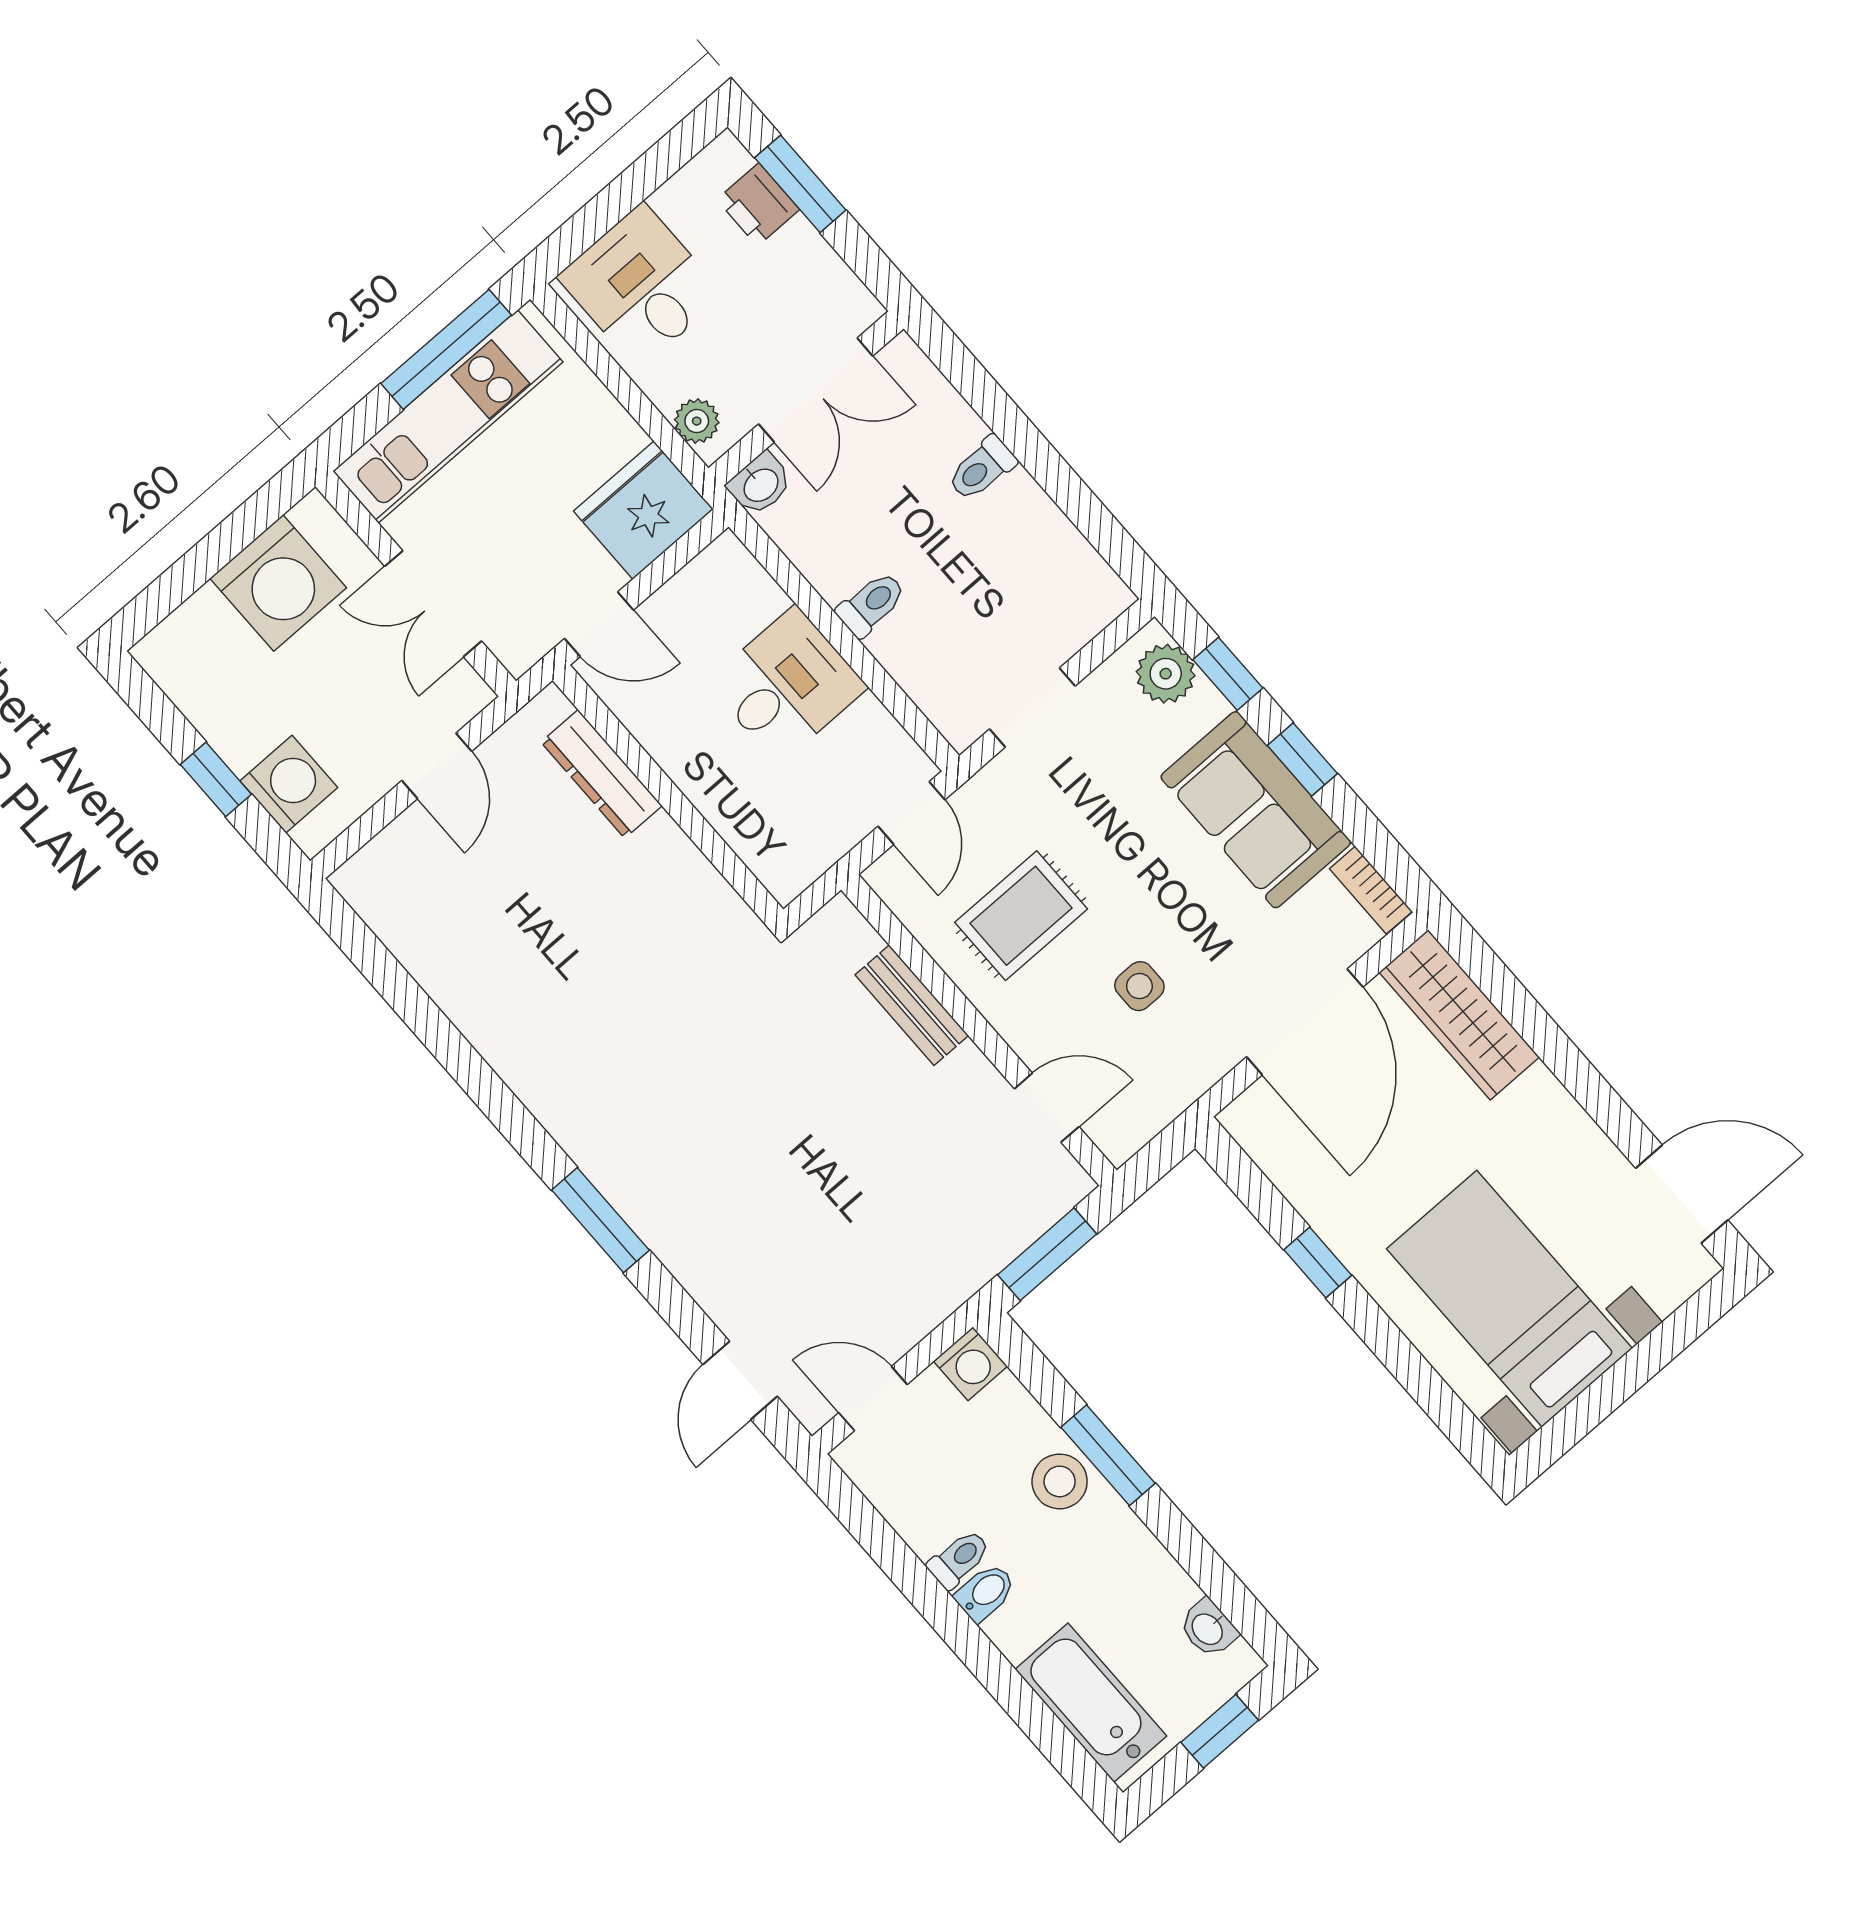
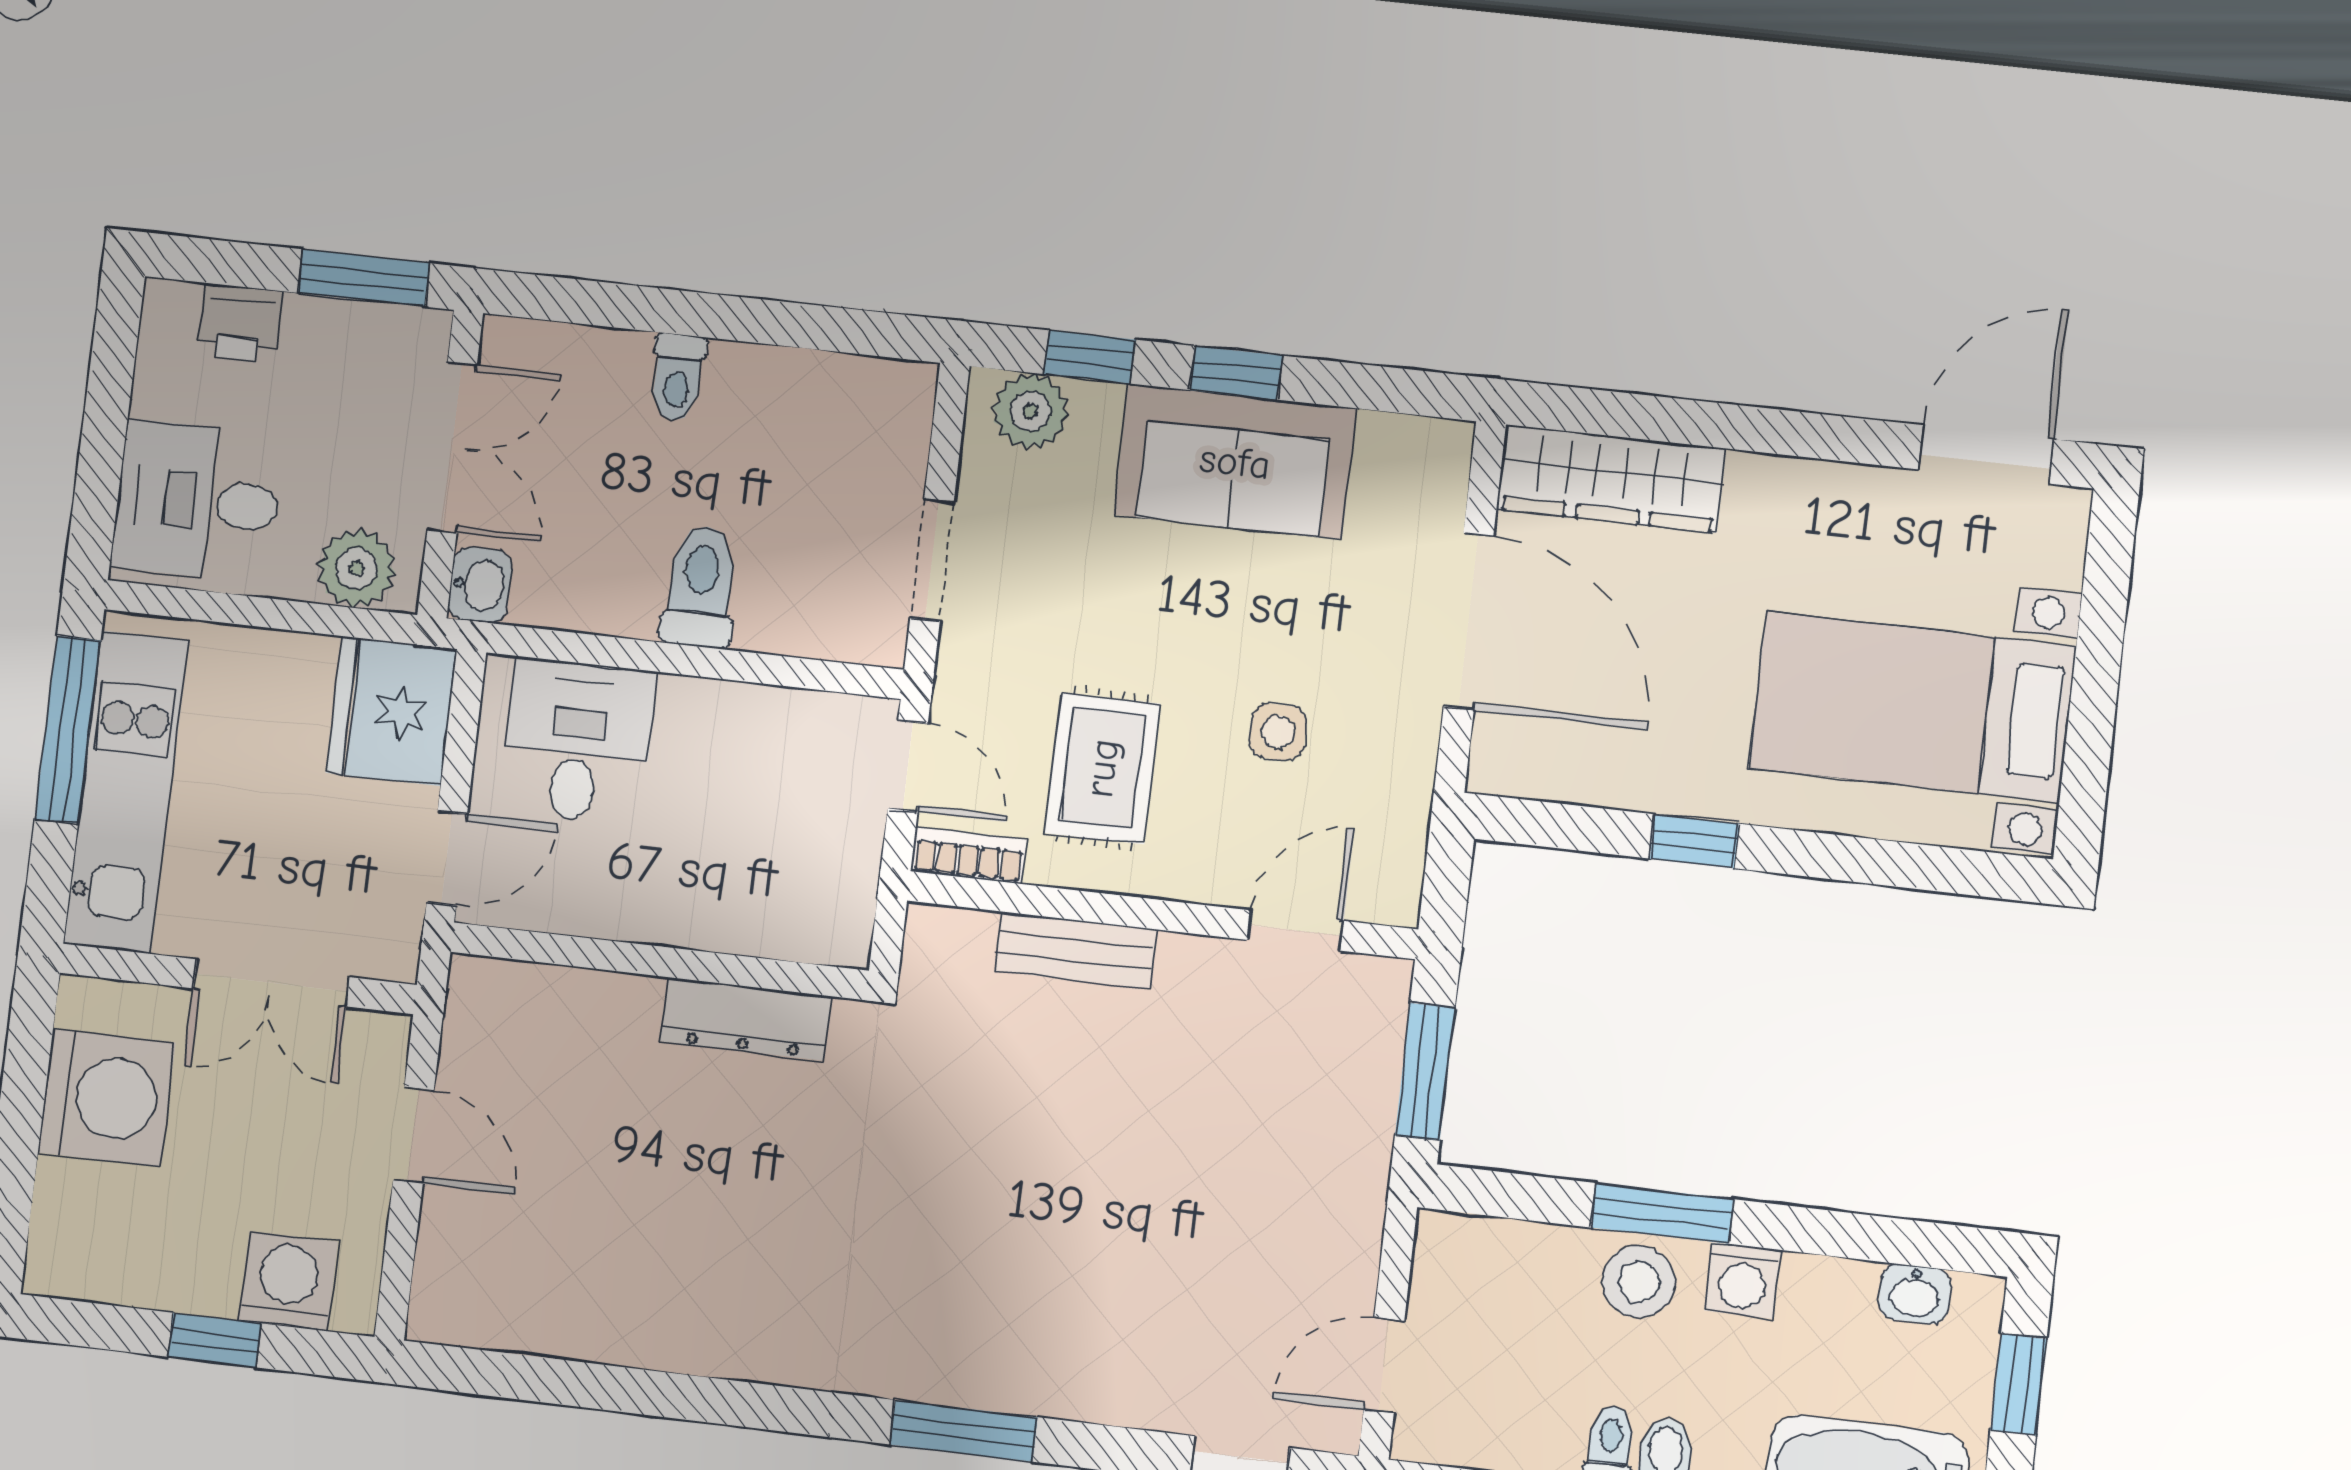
window: (800, 184) -> (364, 278), moved
plant: (697, 421) -> (356, 568), width x1.38, depth x1.38
toilet: (871, 604) -> (701, 586), width x1.37, depth x1.39
desk: (787, 685) -> (578, 741), moved
dresser: (601, 774) -> (745, 1019), moved
bookcase: (1371, 890) -> (969, 855), moved, turned 180
washing machine: (970, 1364) -> (1742, 1280), moved, turned 90

